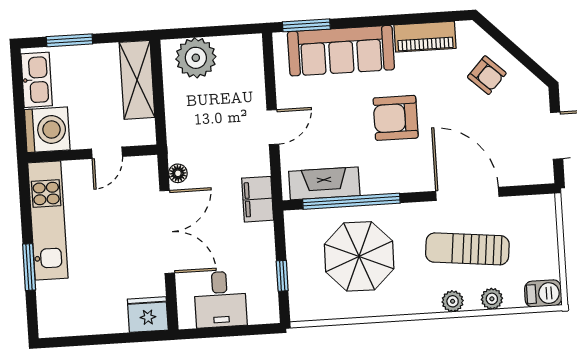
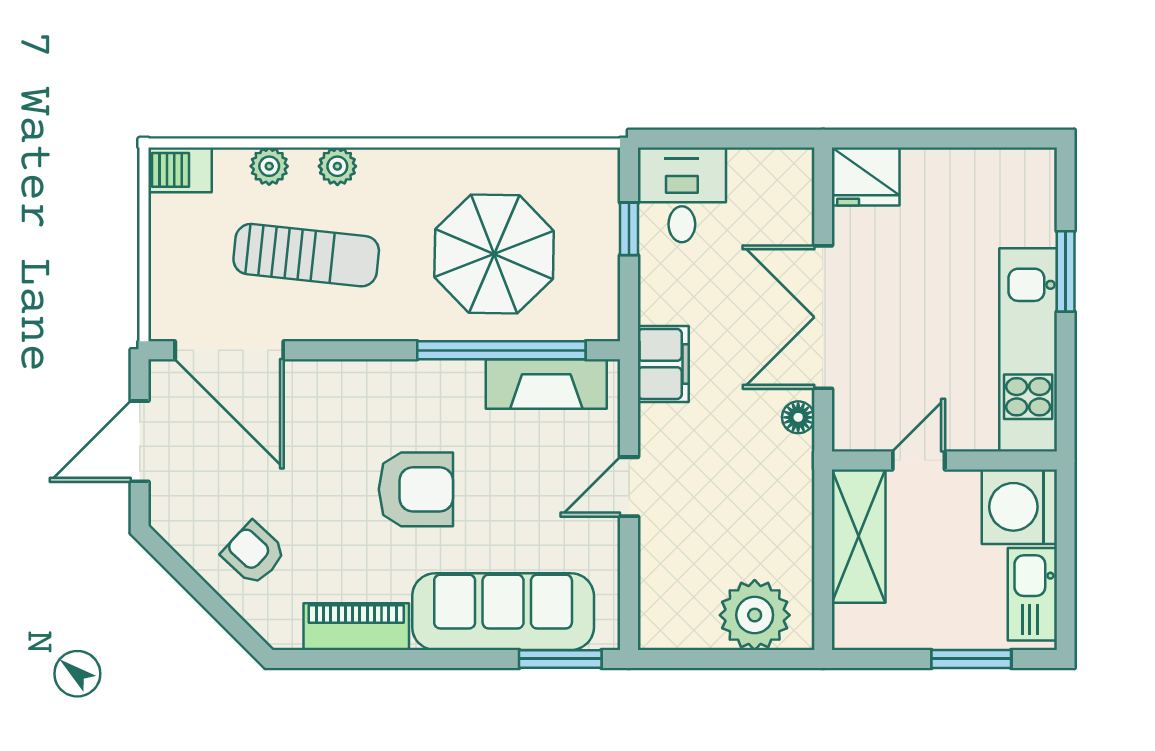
shelving: (137, 80) -> (859, 536), moved
door: (467, 194) -> (229, 350), moved
desk: (220, 299) -> (682, 195), moved

